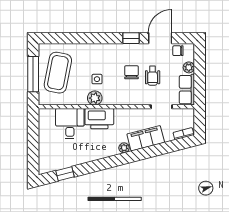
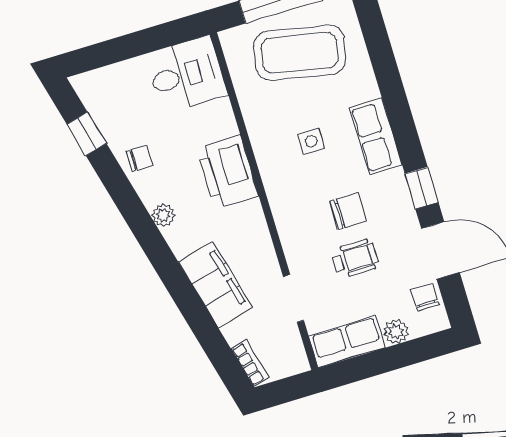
row of seats: (103, 51) -> (376, 136), added
wheelchair: (153, 76) -> (355, 259), turned 180
plant: (95, 98) -> (269, 149), removed
desk: (70, 124) -> (186, 75), moved
plant: (124, 148) -> (163, 215), moved
chair: (82, 154) -> (140, 158), added

